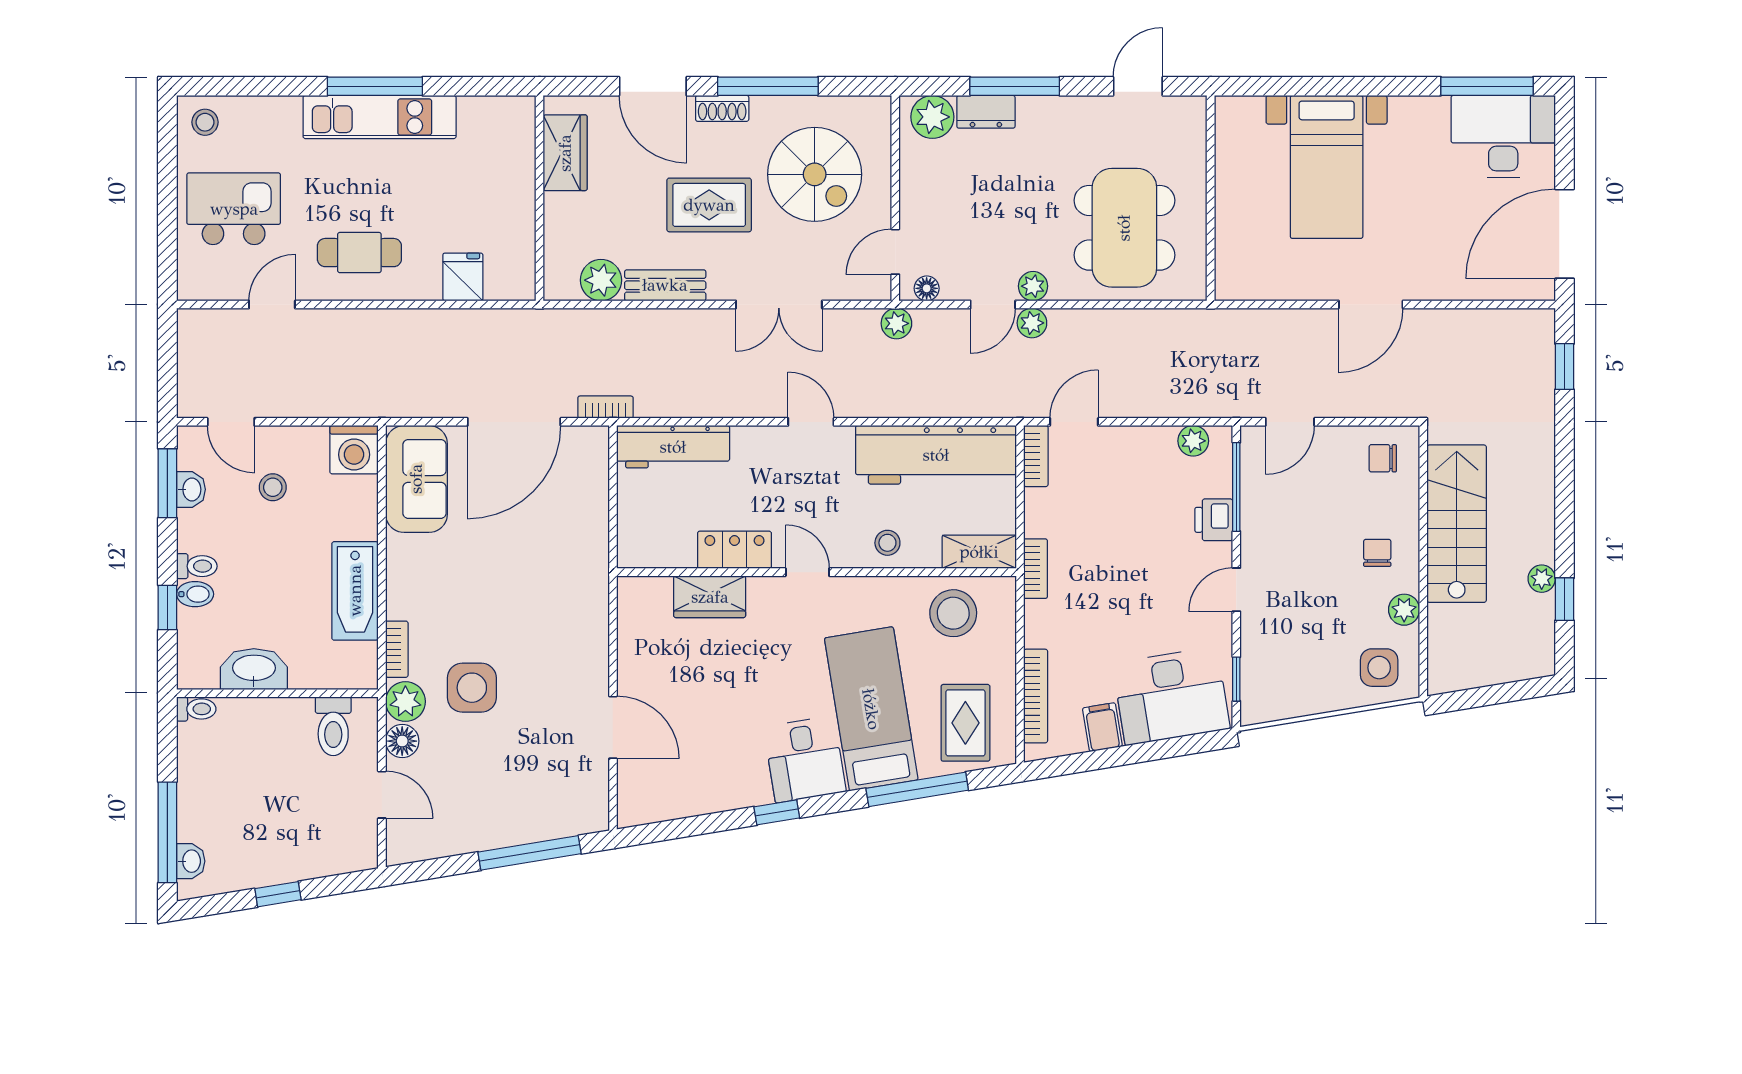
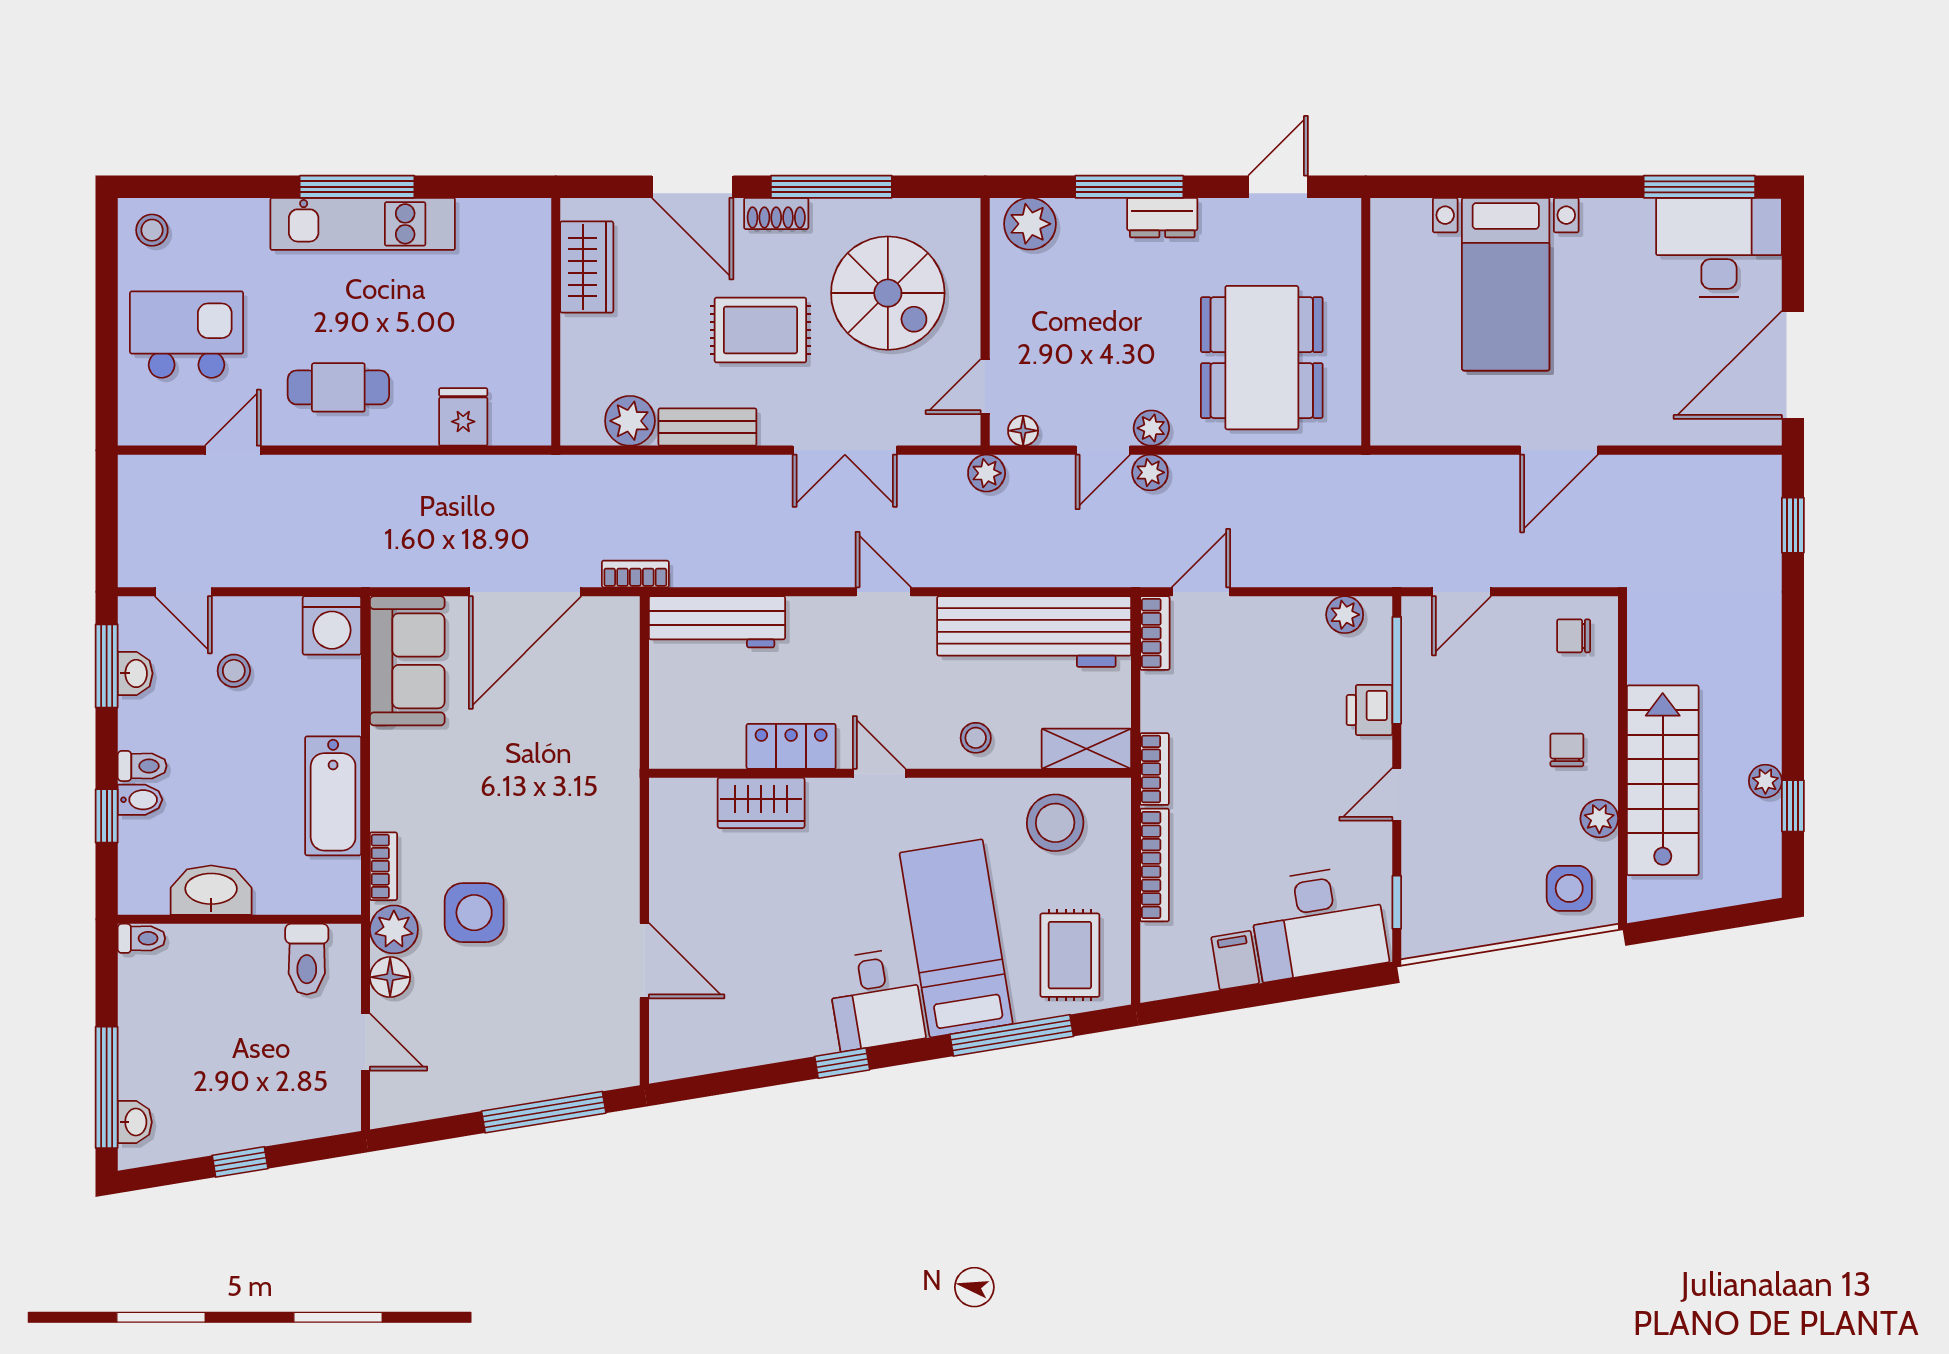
dresser: (986, 112) -> (1162, 218), moved
stairs: (1457, 524) -> (1663, 780), moved
bookcase: (1036, 696) -> (1155, 865), moved

